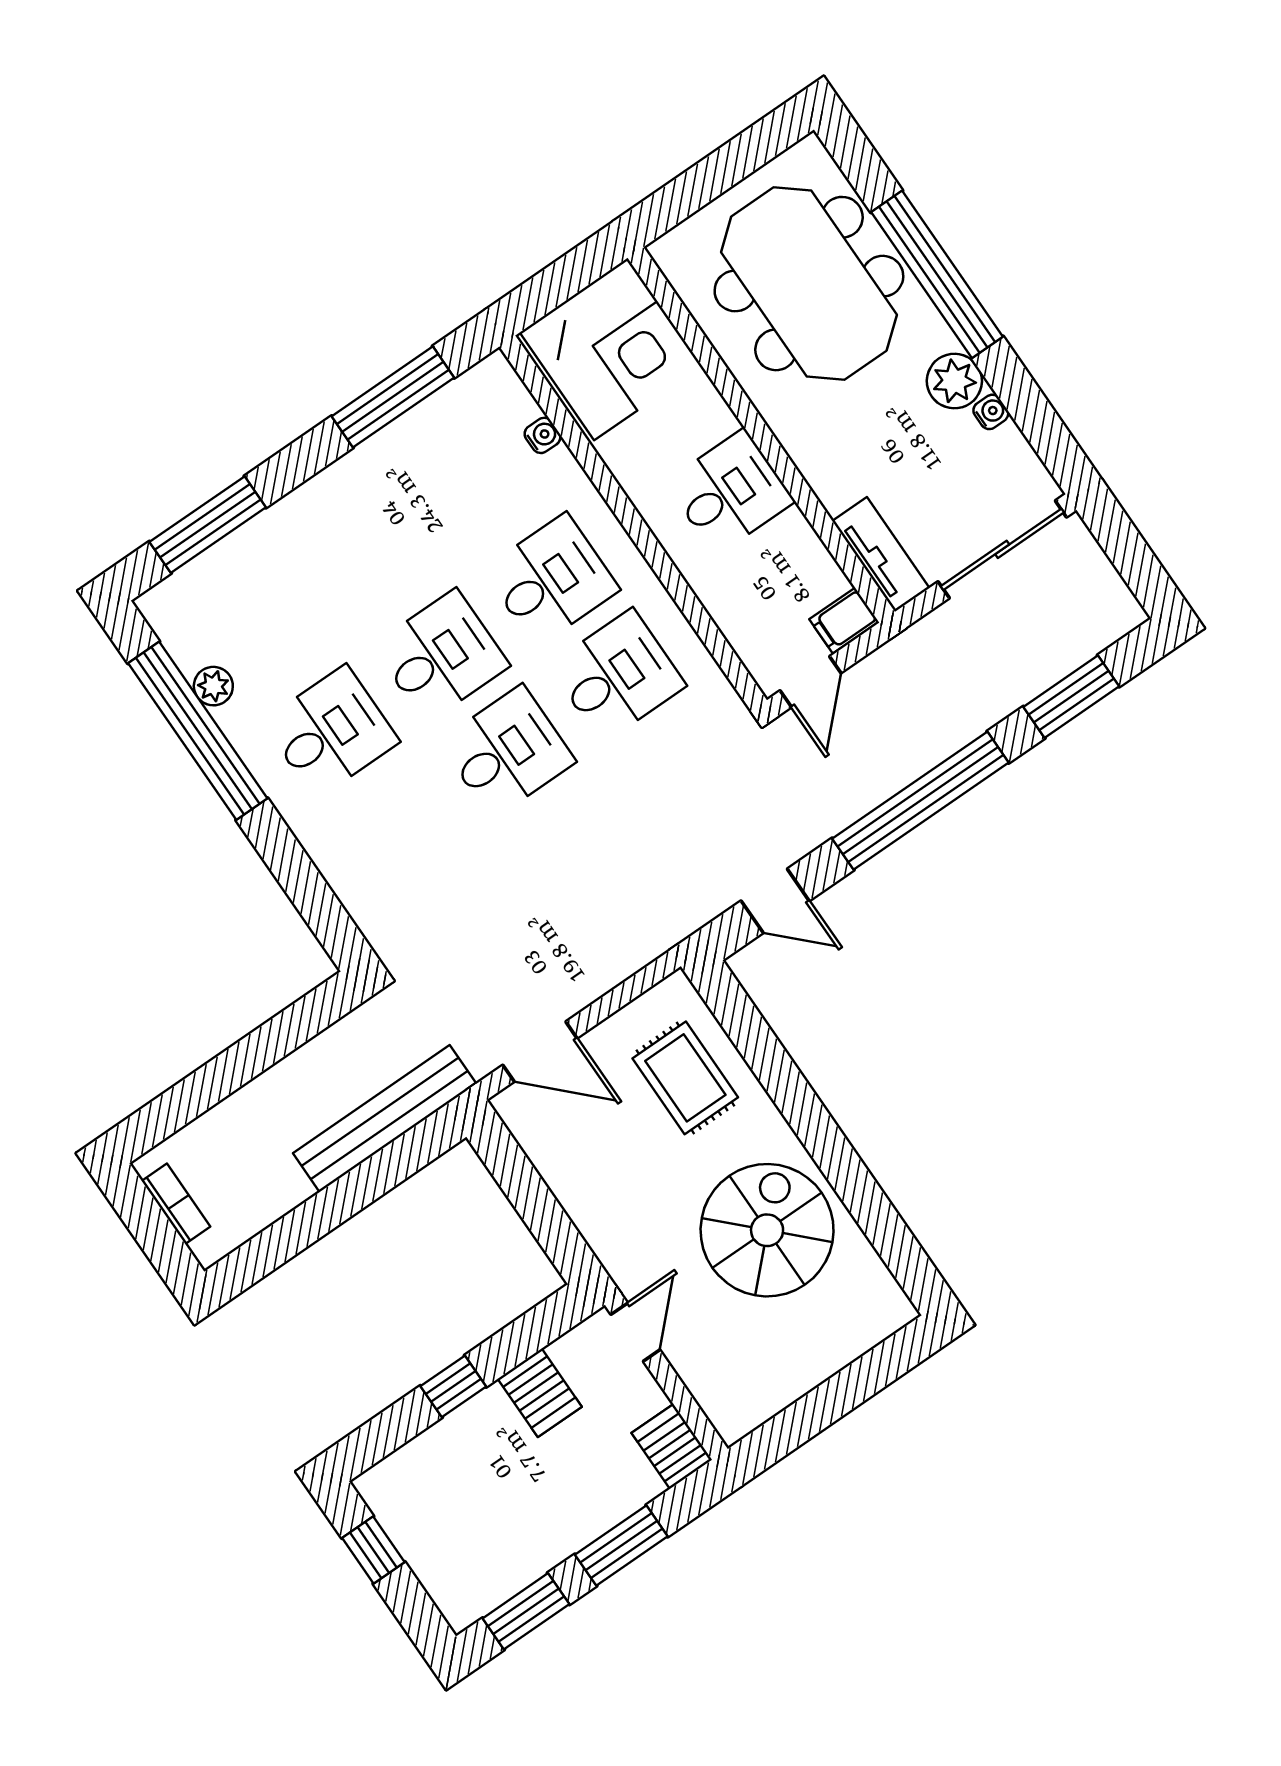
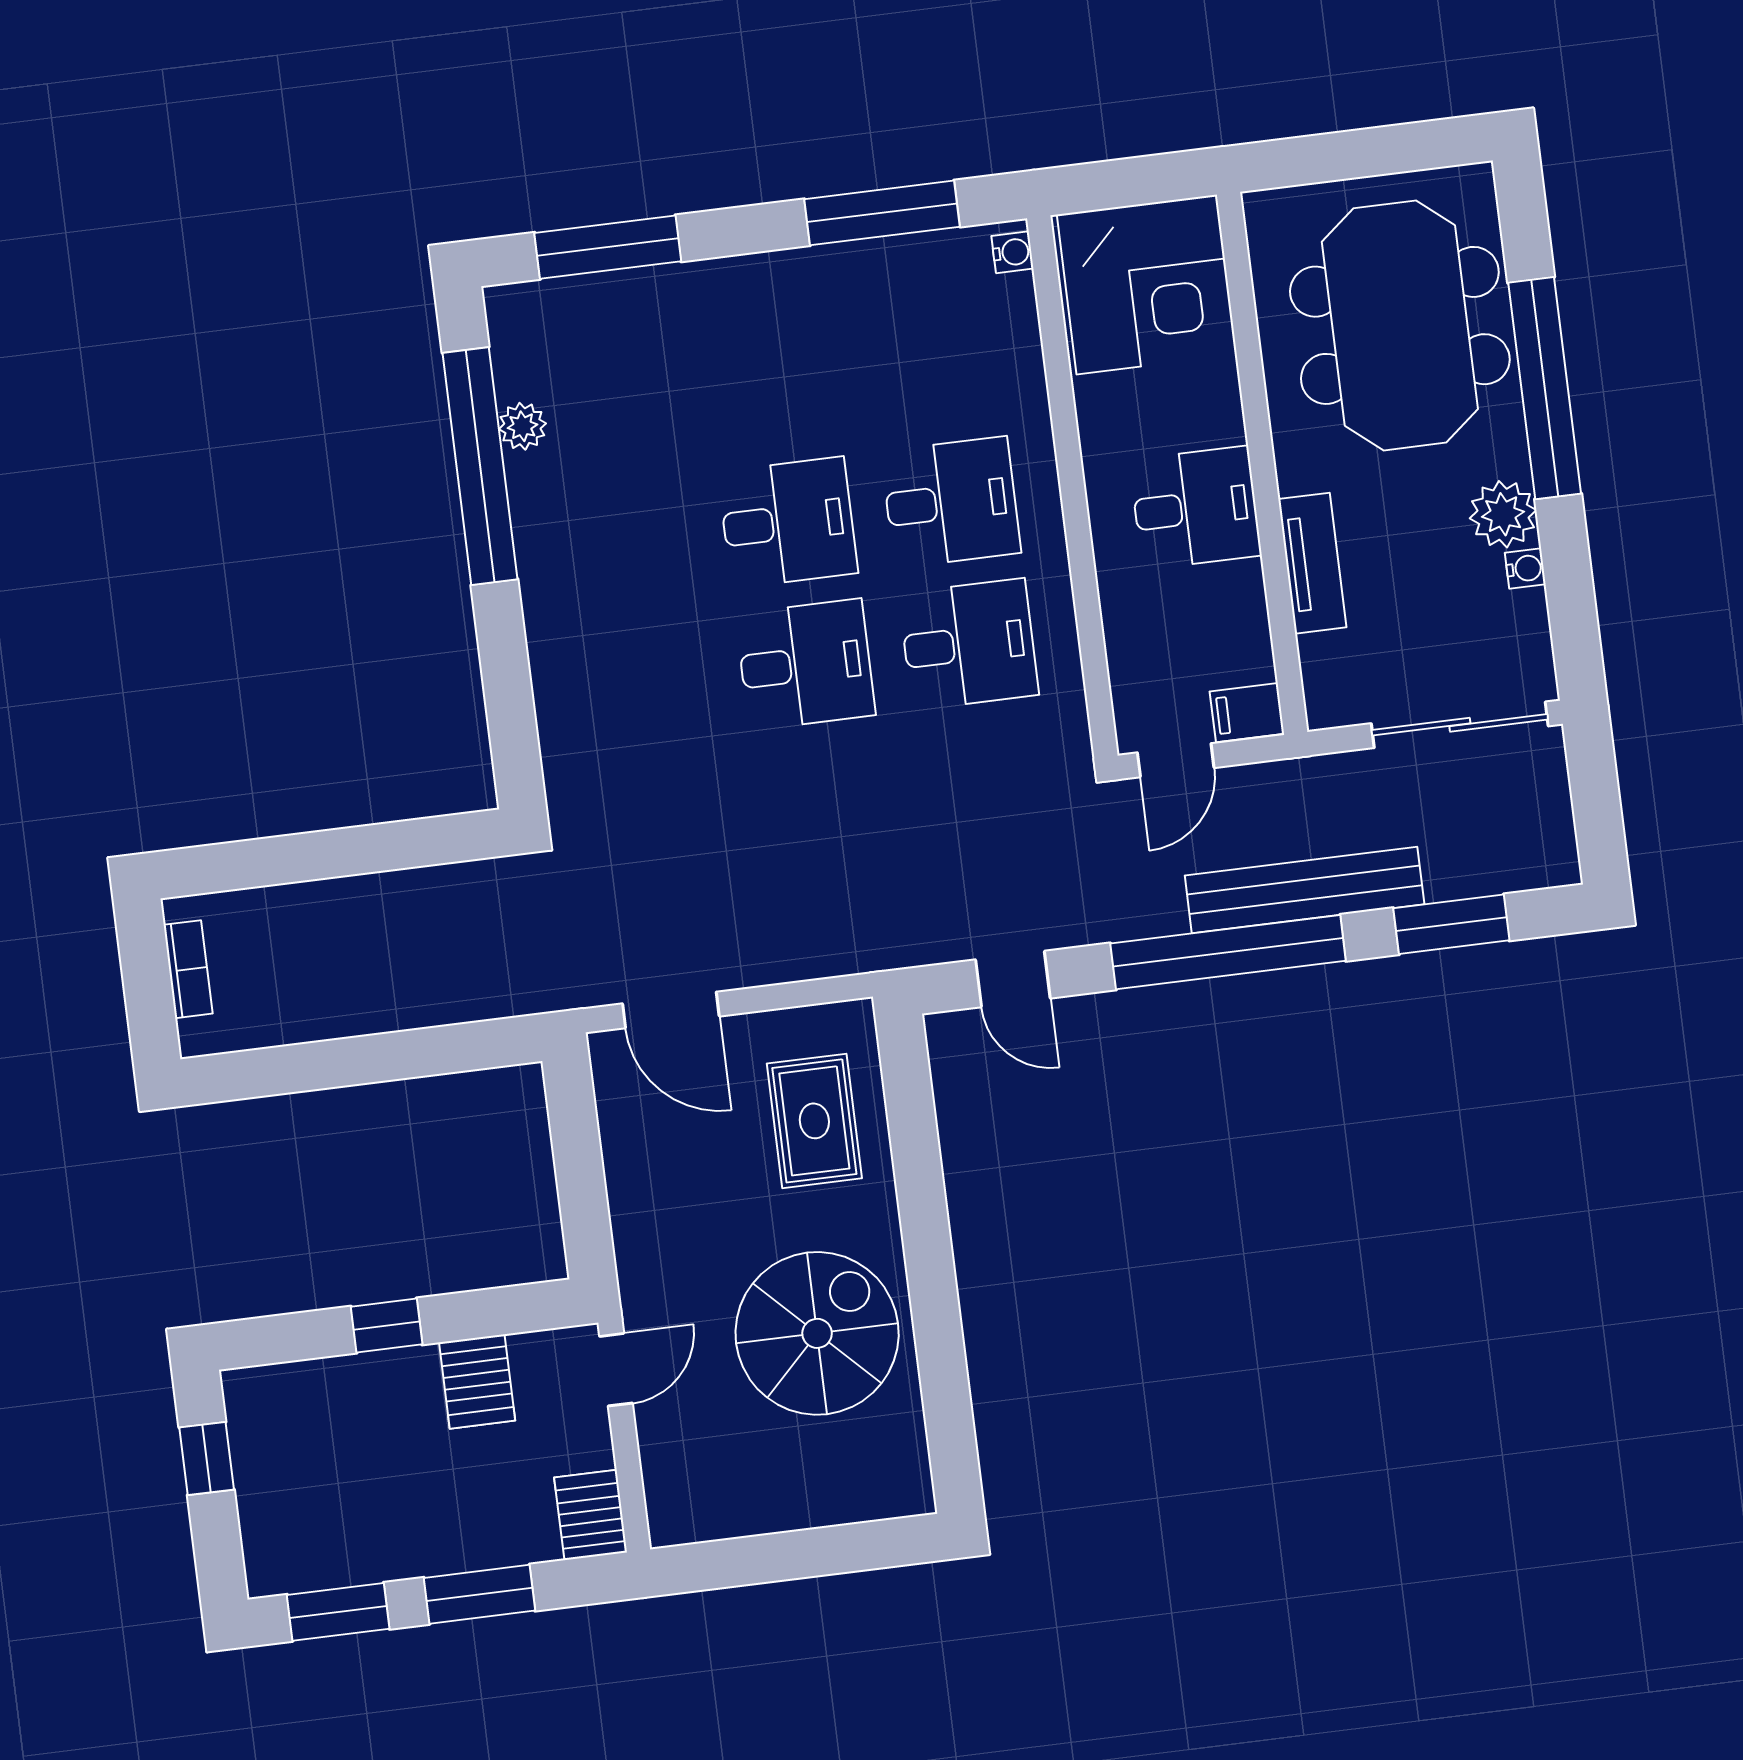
water cooler: (543, 435) -> (1012, 252), moved
tv unit: (881, 554) -> (1312, 563), moved
desk: (331, 732) -> (625, 543), removed
bench: (385, 1118) -> (1305, 890), moved

